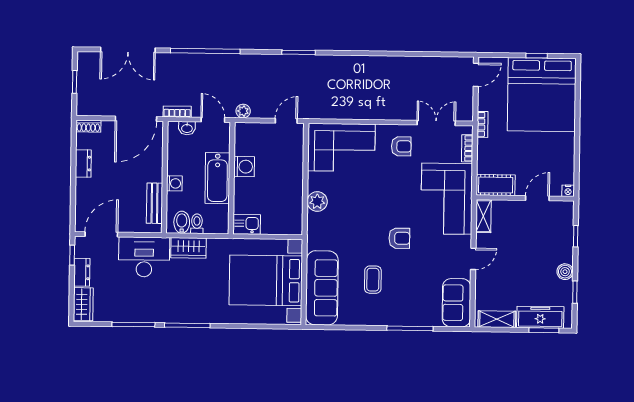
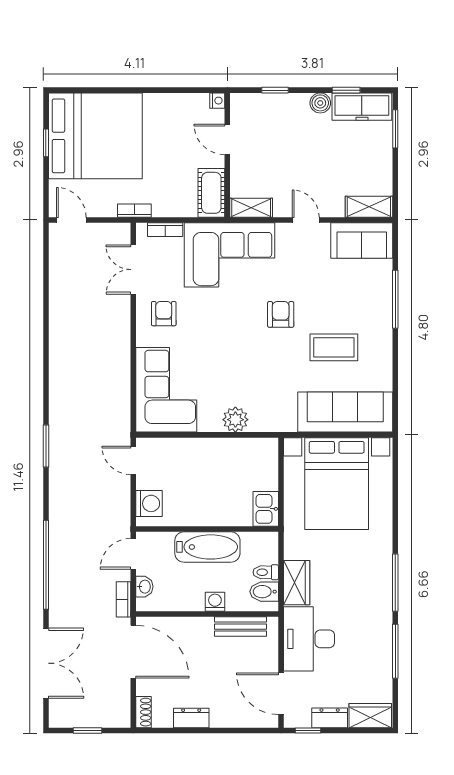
plant: (243, 111) -> (122, 515), removed
washing machine: (244, 167) -> (149, 503), moved, turned 90
coffee table: (373, 280) -> (334, 347), width x1.36, depth x1.30
freezer: (540, 317) -> (362, 107), moved, turned -90
shelving: (497, 319) -> (369, 207), moved, turned 90

